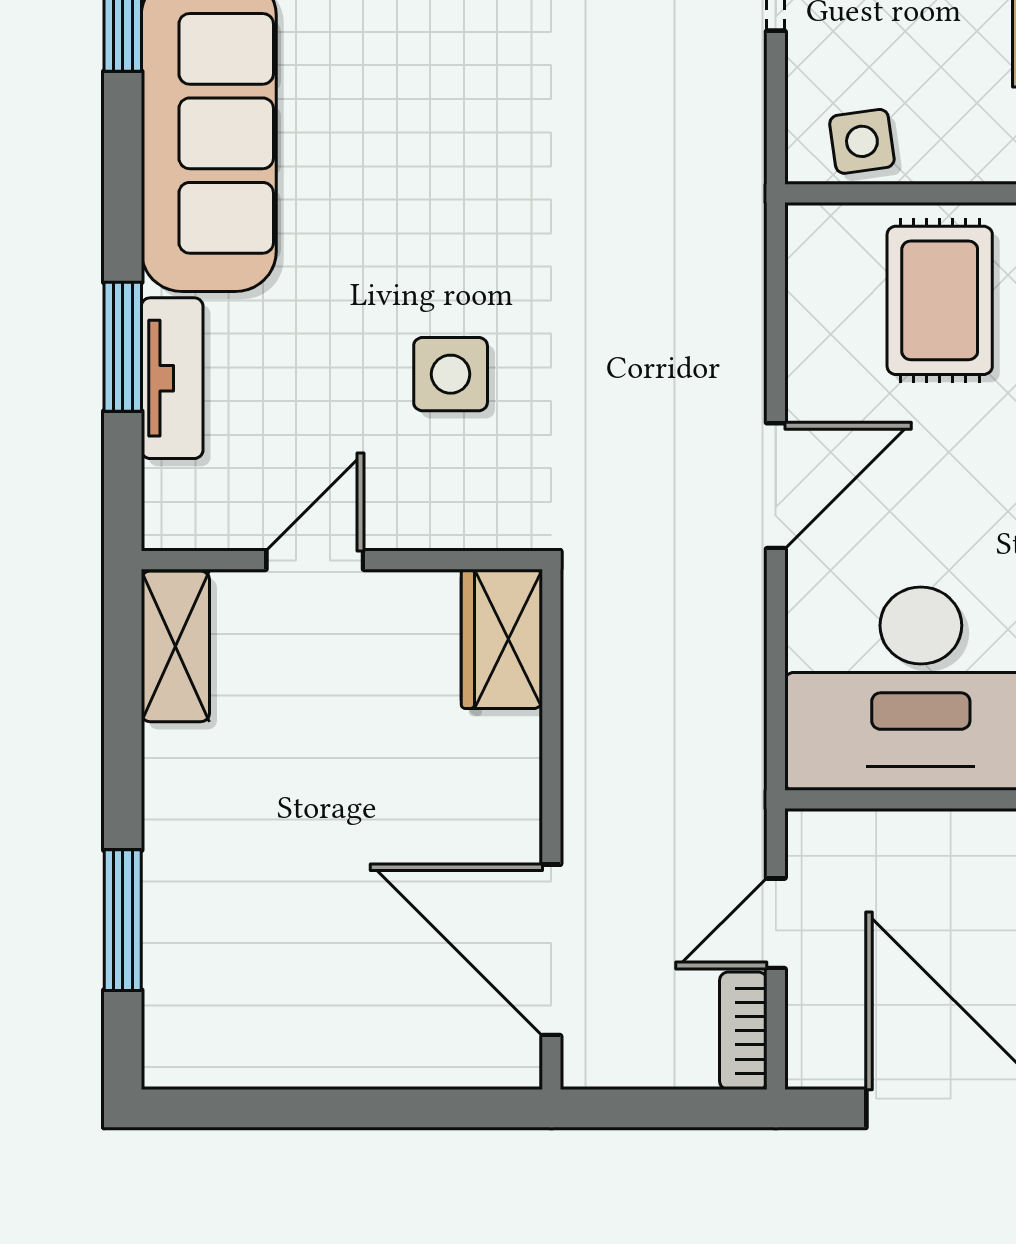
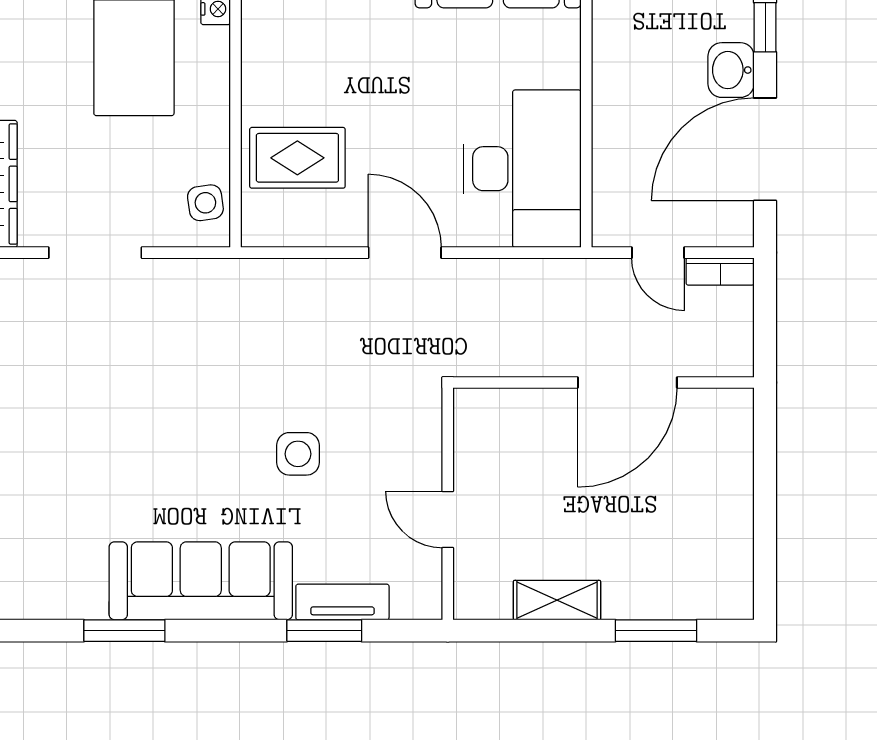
side table: (451, 374) -> (298, 454), moved
wardrobe: (502, 639) -> (493, 411), removed
shelving: (175, 646) -> (557, 600), moved
door: (551, 950) -> (627, 382), moved

